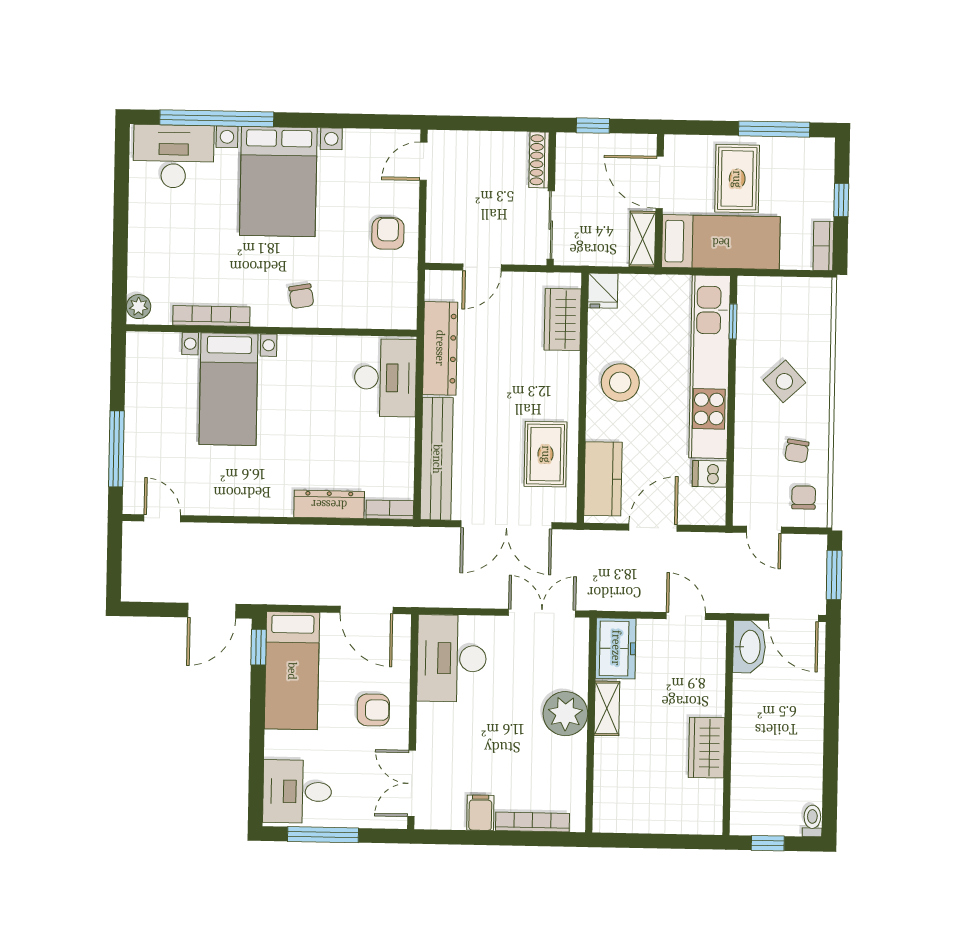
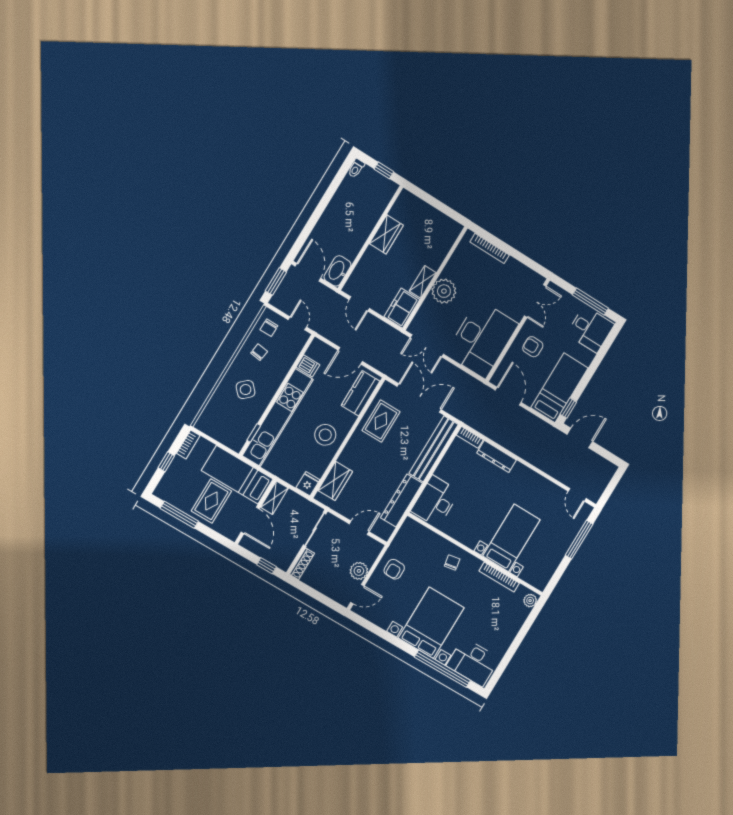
plant: (443, 199) -> (359, 571), added
desk: (452, 658) -> (482, 339), width x1.36, depth x1.30
filing cabinet: (480, 813) -> (511, 268), removed

